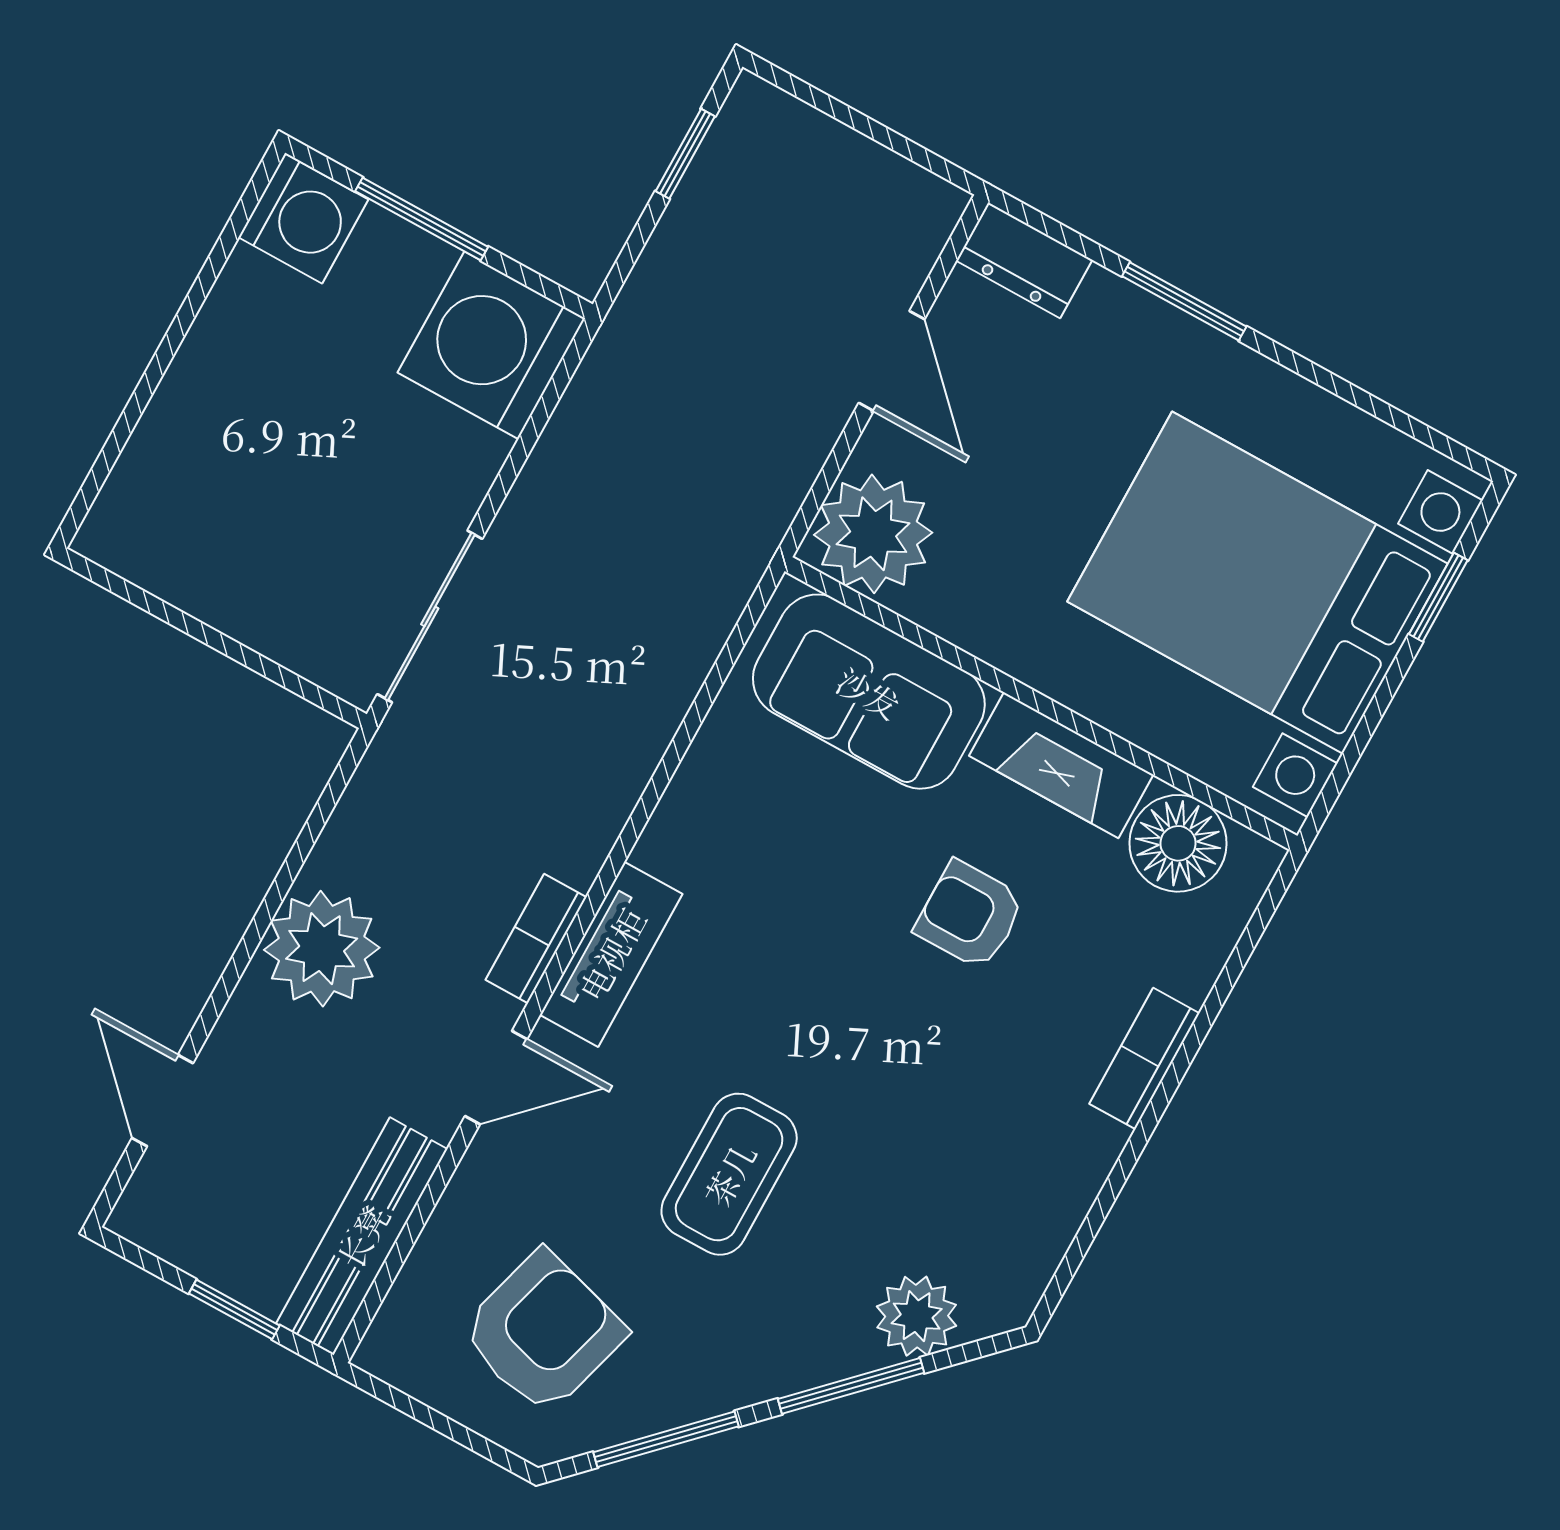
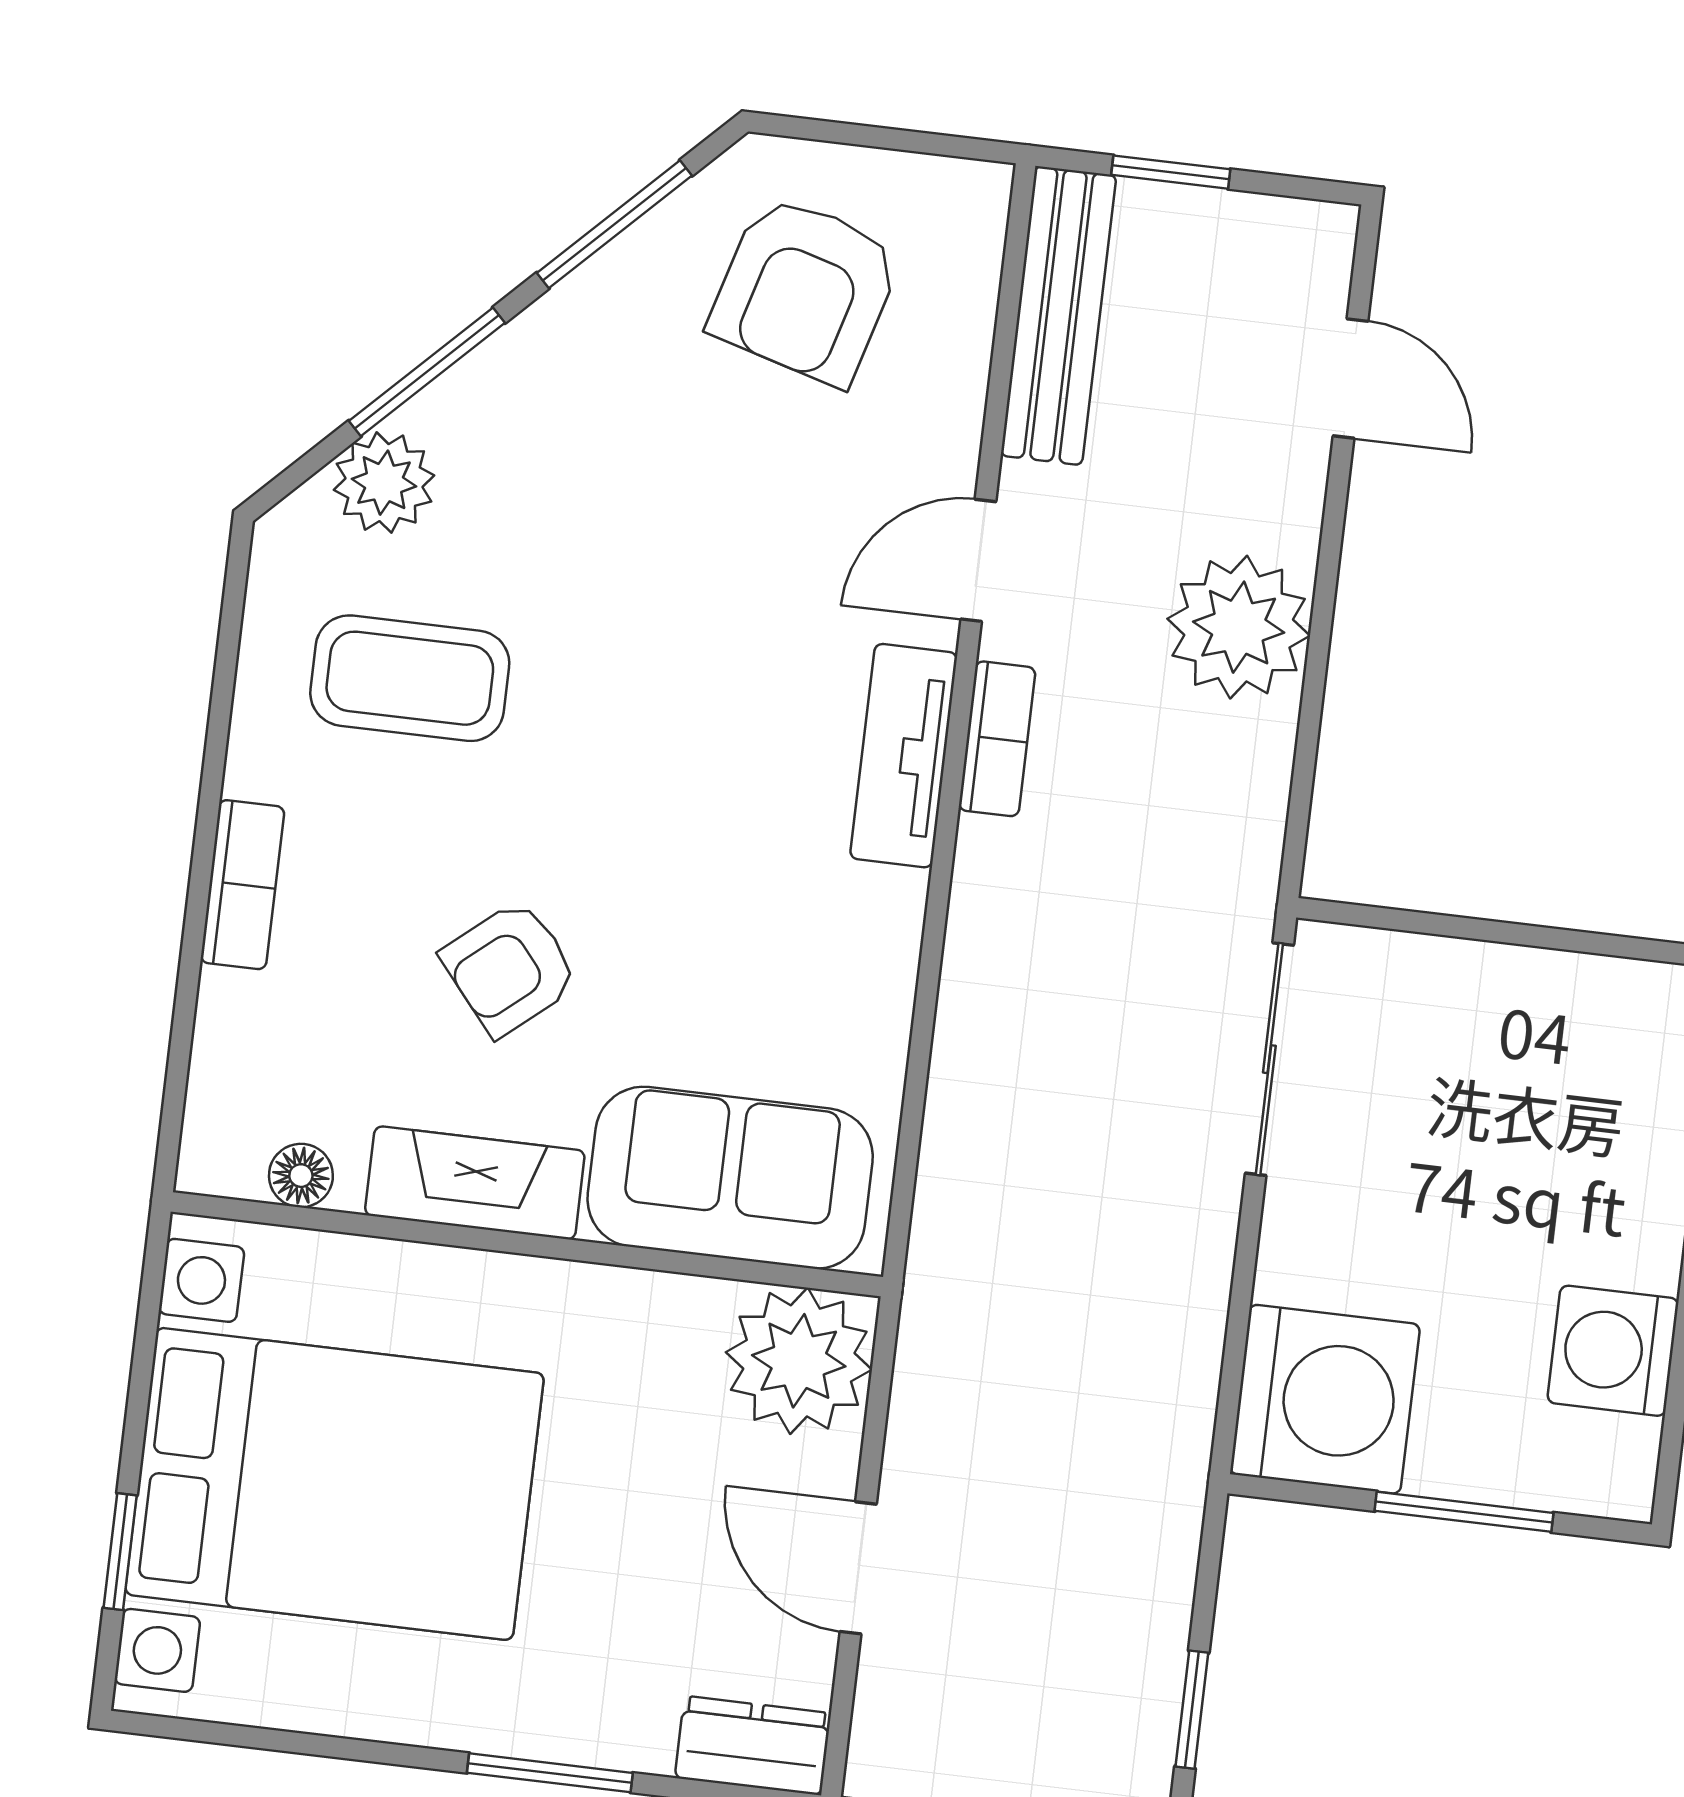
washing machine: (303, 218) -> (1613, 1351), moved
floor lamp: (1178, 843) -> (301, 1176), width x0.53, depth x0.53
armchair: (970, 915) -> (510, 968), turned 140
coffee table: (729, 1174) -> (410, 678), moved, turned 90

